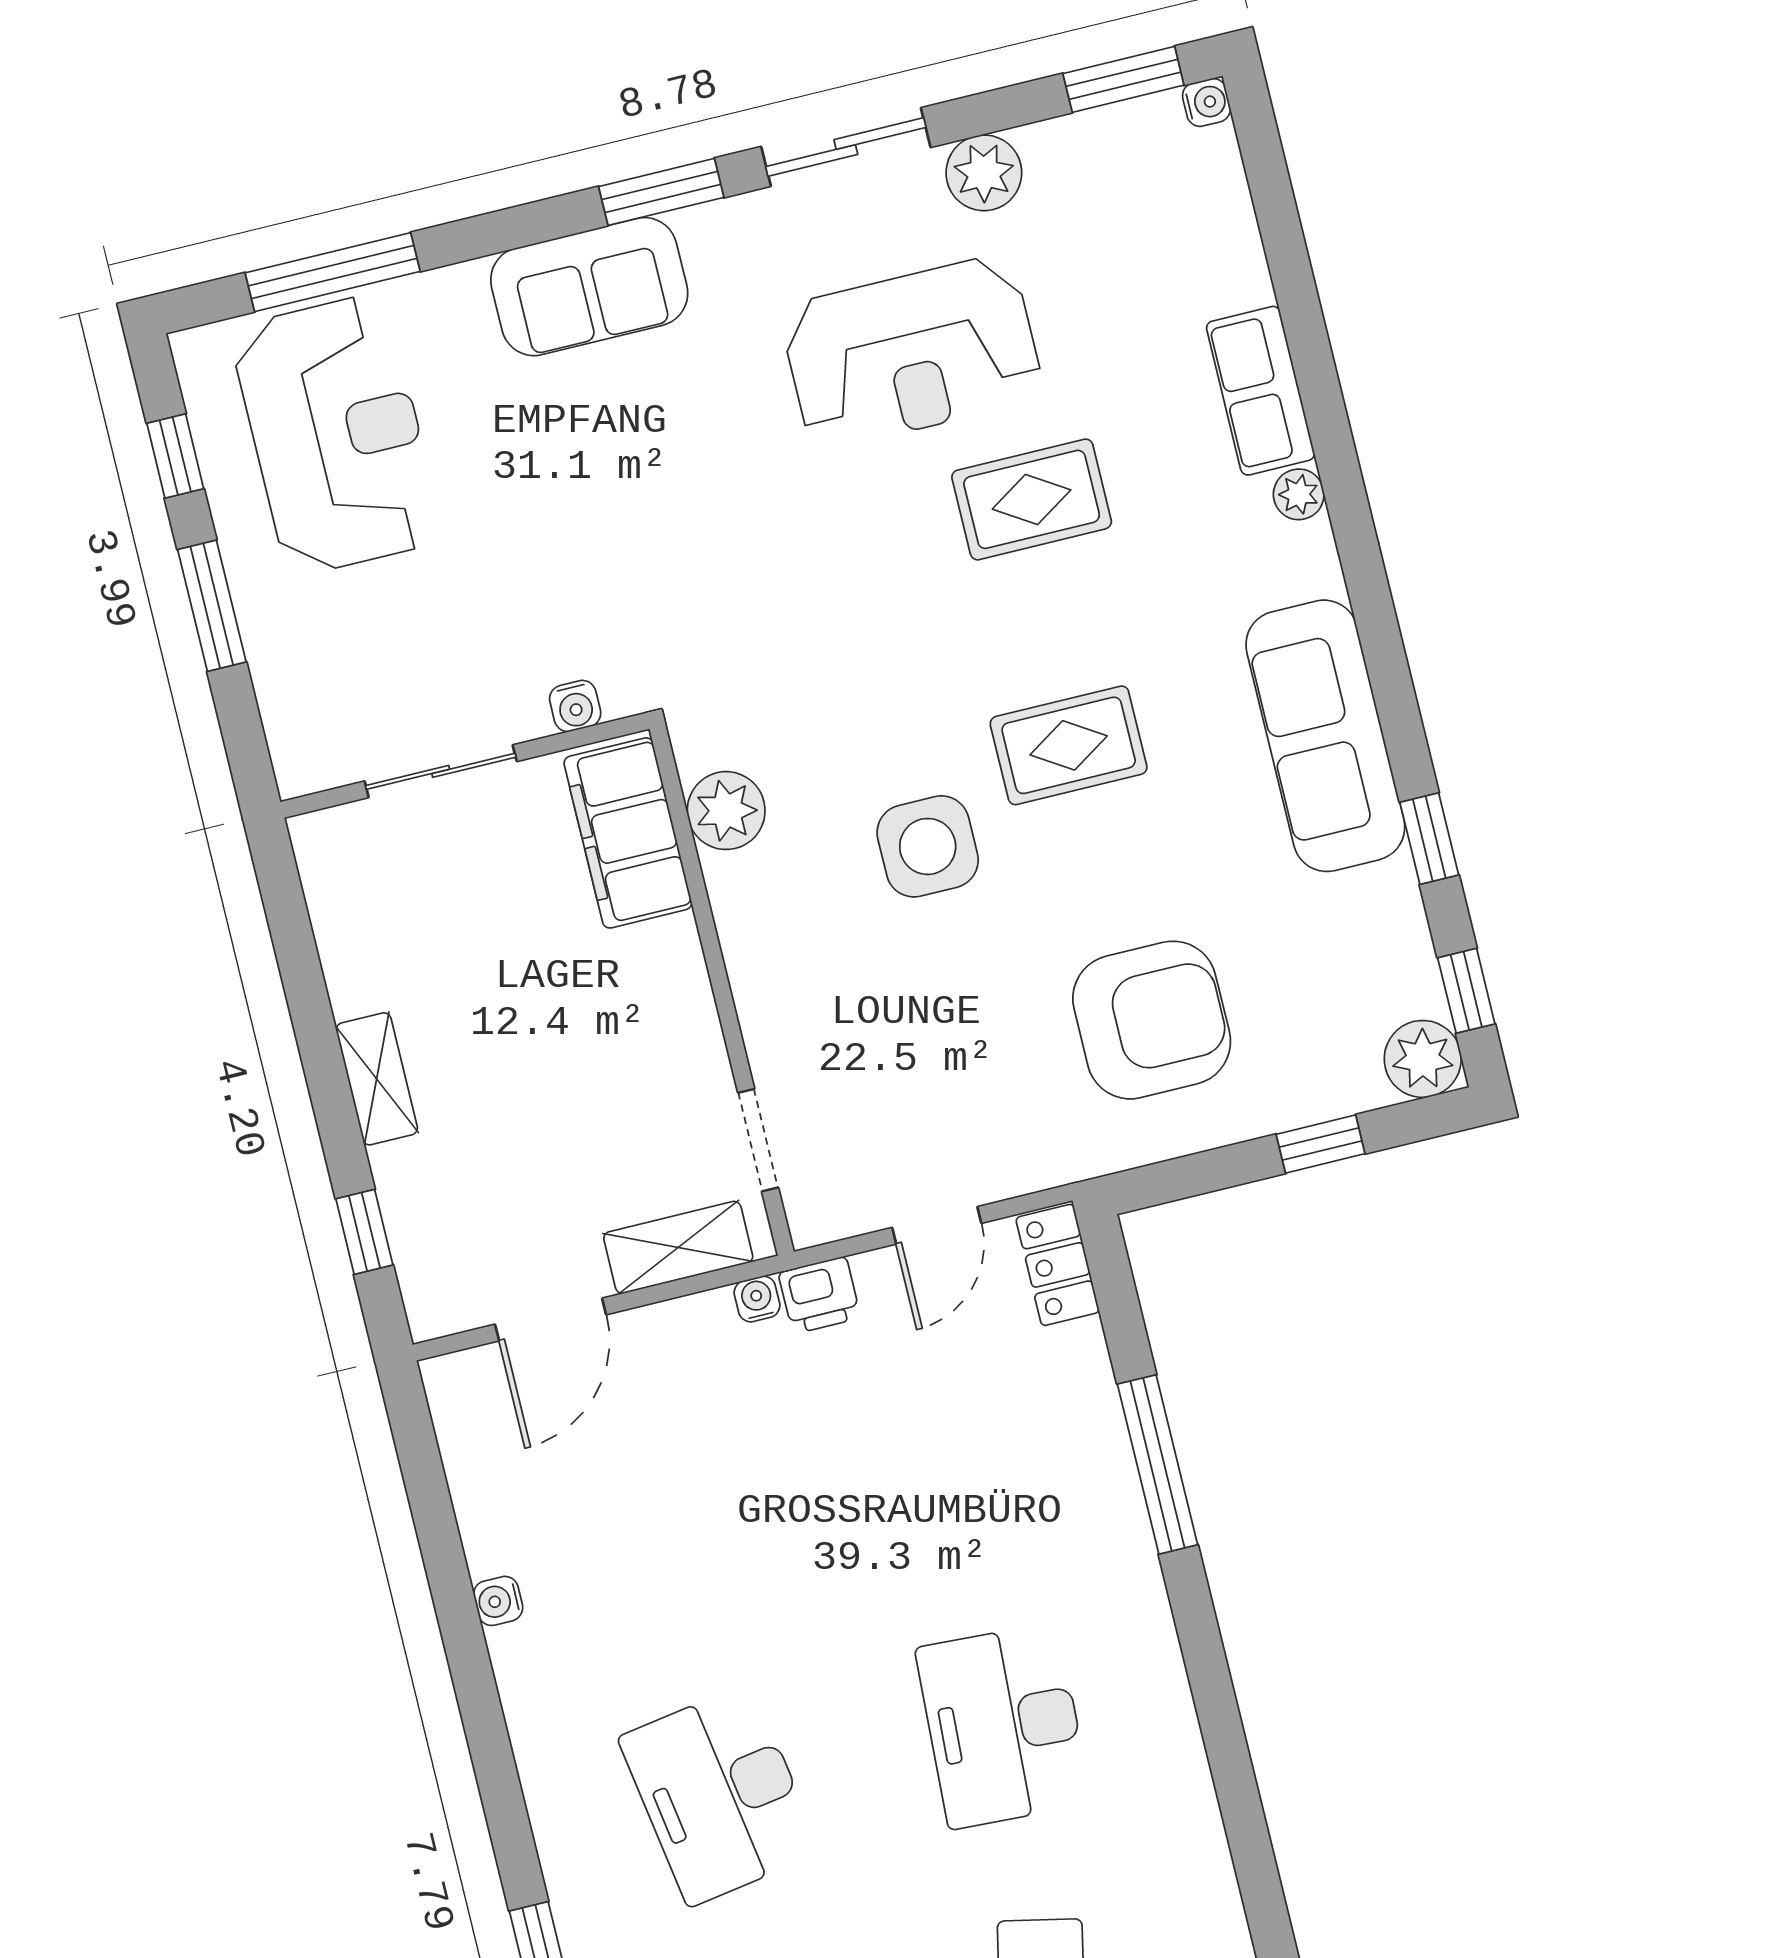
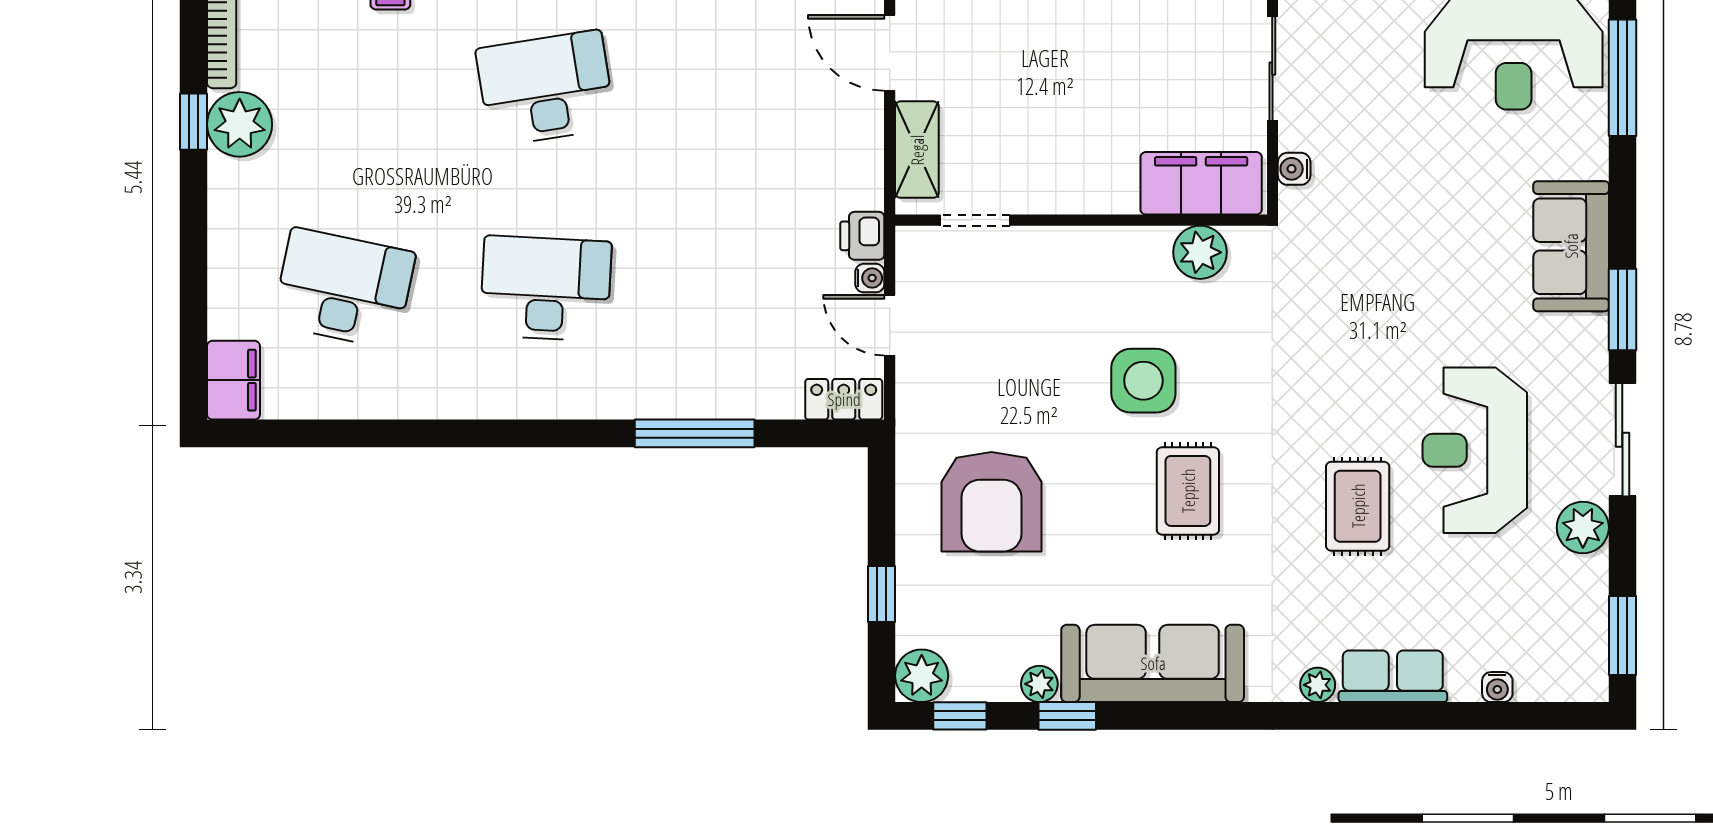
water cooler: (1206, 102) -> (1497, 687), moved
plant: (1394, 889) -> (1039, 684), added
water cooler: (757, 1299) -> (870, 278), moved

